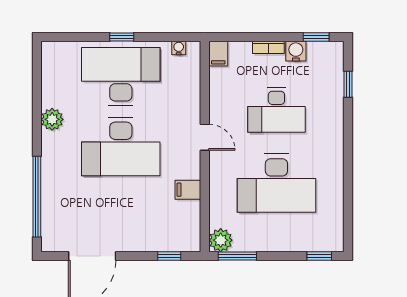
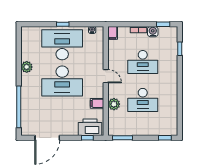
desk: (276, 183) -> (143, 100), width x0.73, depth x0.77
printer: (175, 236) -> (90, 127), added
plant: (221, 240) -> (114, 104), moved

